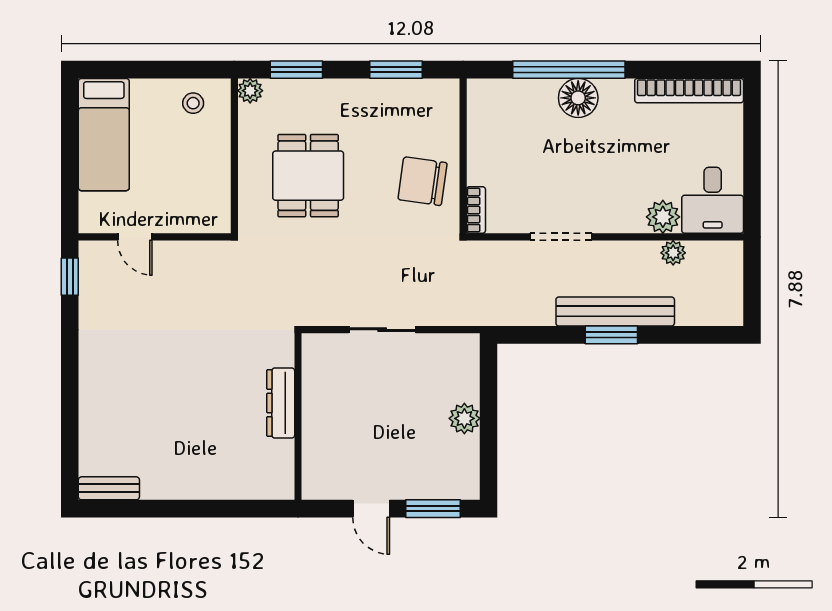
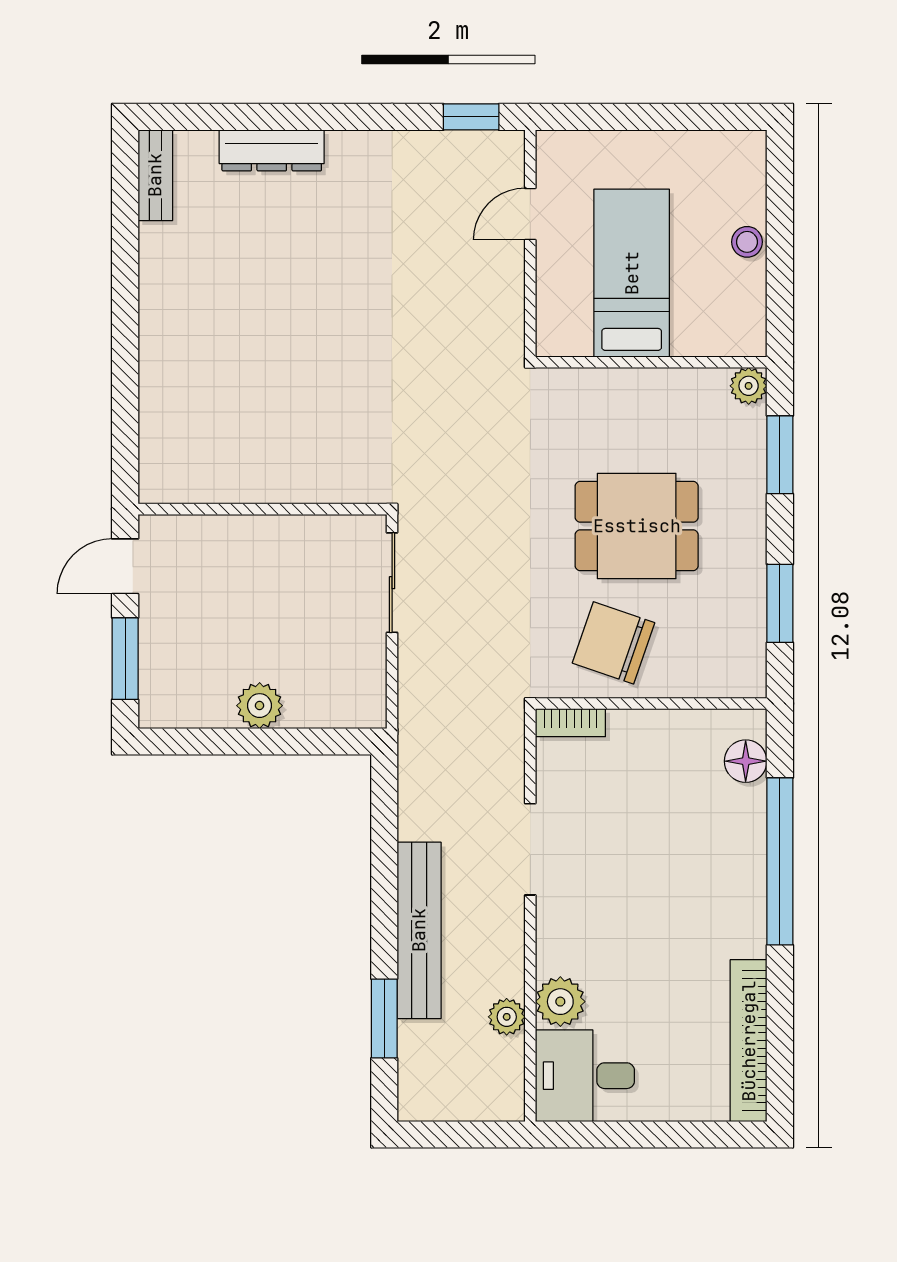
floor lamp: (578, 98) -> (746, 761), moved, width x0.73, depth x0.73
stool: (193, 103) -> (747, 242), moved
bed: (104, 135) -> (632, 273), moved, turned 90
dining table: (308, 176) -> (637, 526), moved
chair: (422, 181) -> (614, 643), turned -79
window: (611, 335) -> (384, 1018), moved
dresser: (281, 403) -> (272, 150), moved, turned 180
wall: (298, 417) -> (262, 509), moved

